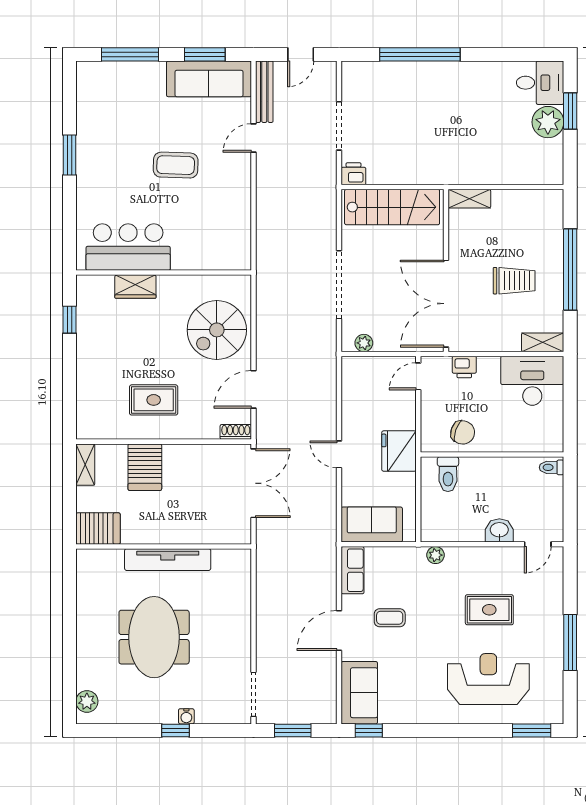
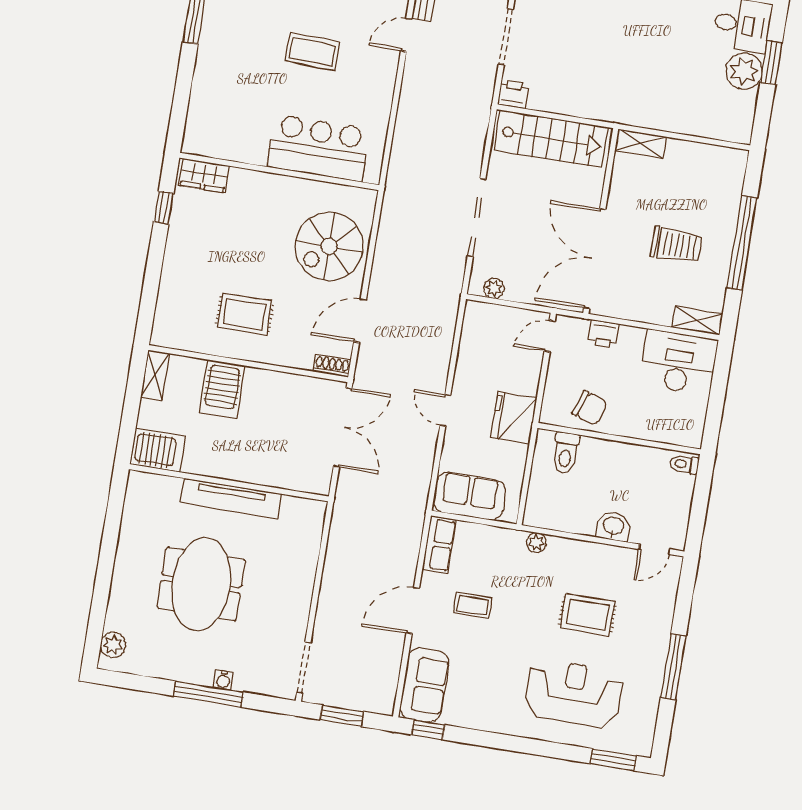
bar counter: (128, 247) -> (318, 148), moved
wardrobe: (135, 287) -> (204, 176), moved
window: (176, 730) -> (209, 694), width x2.17

